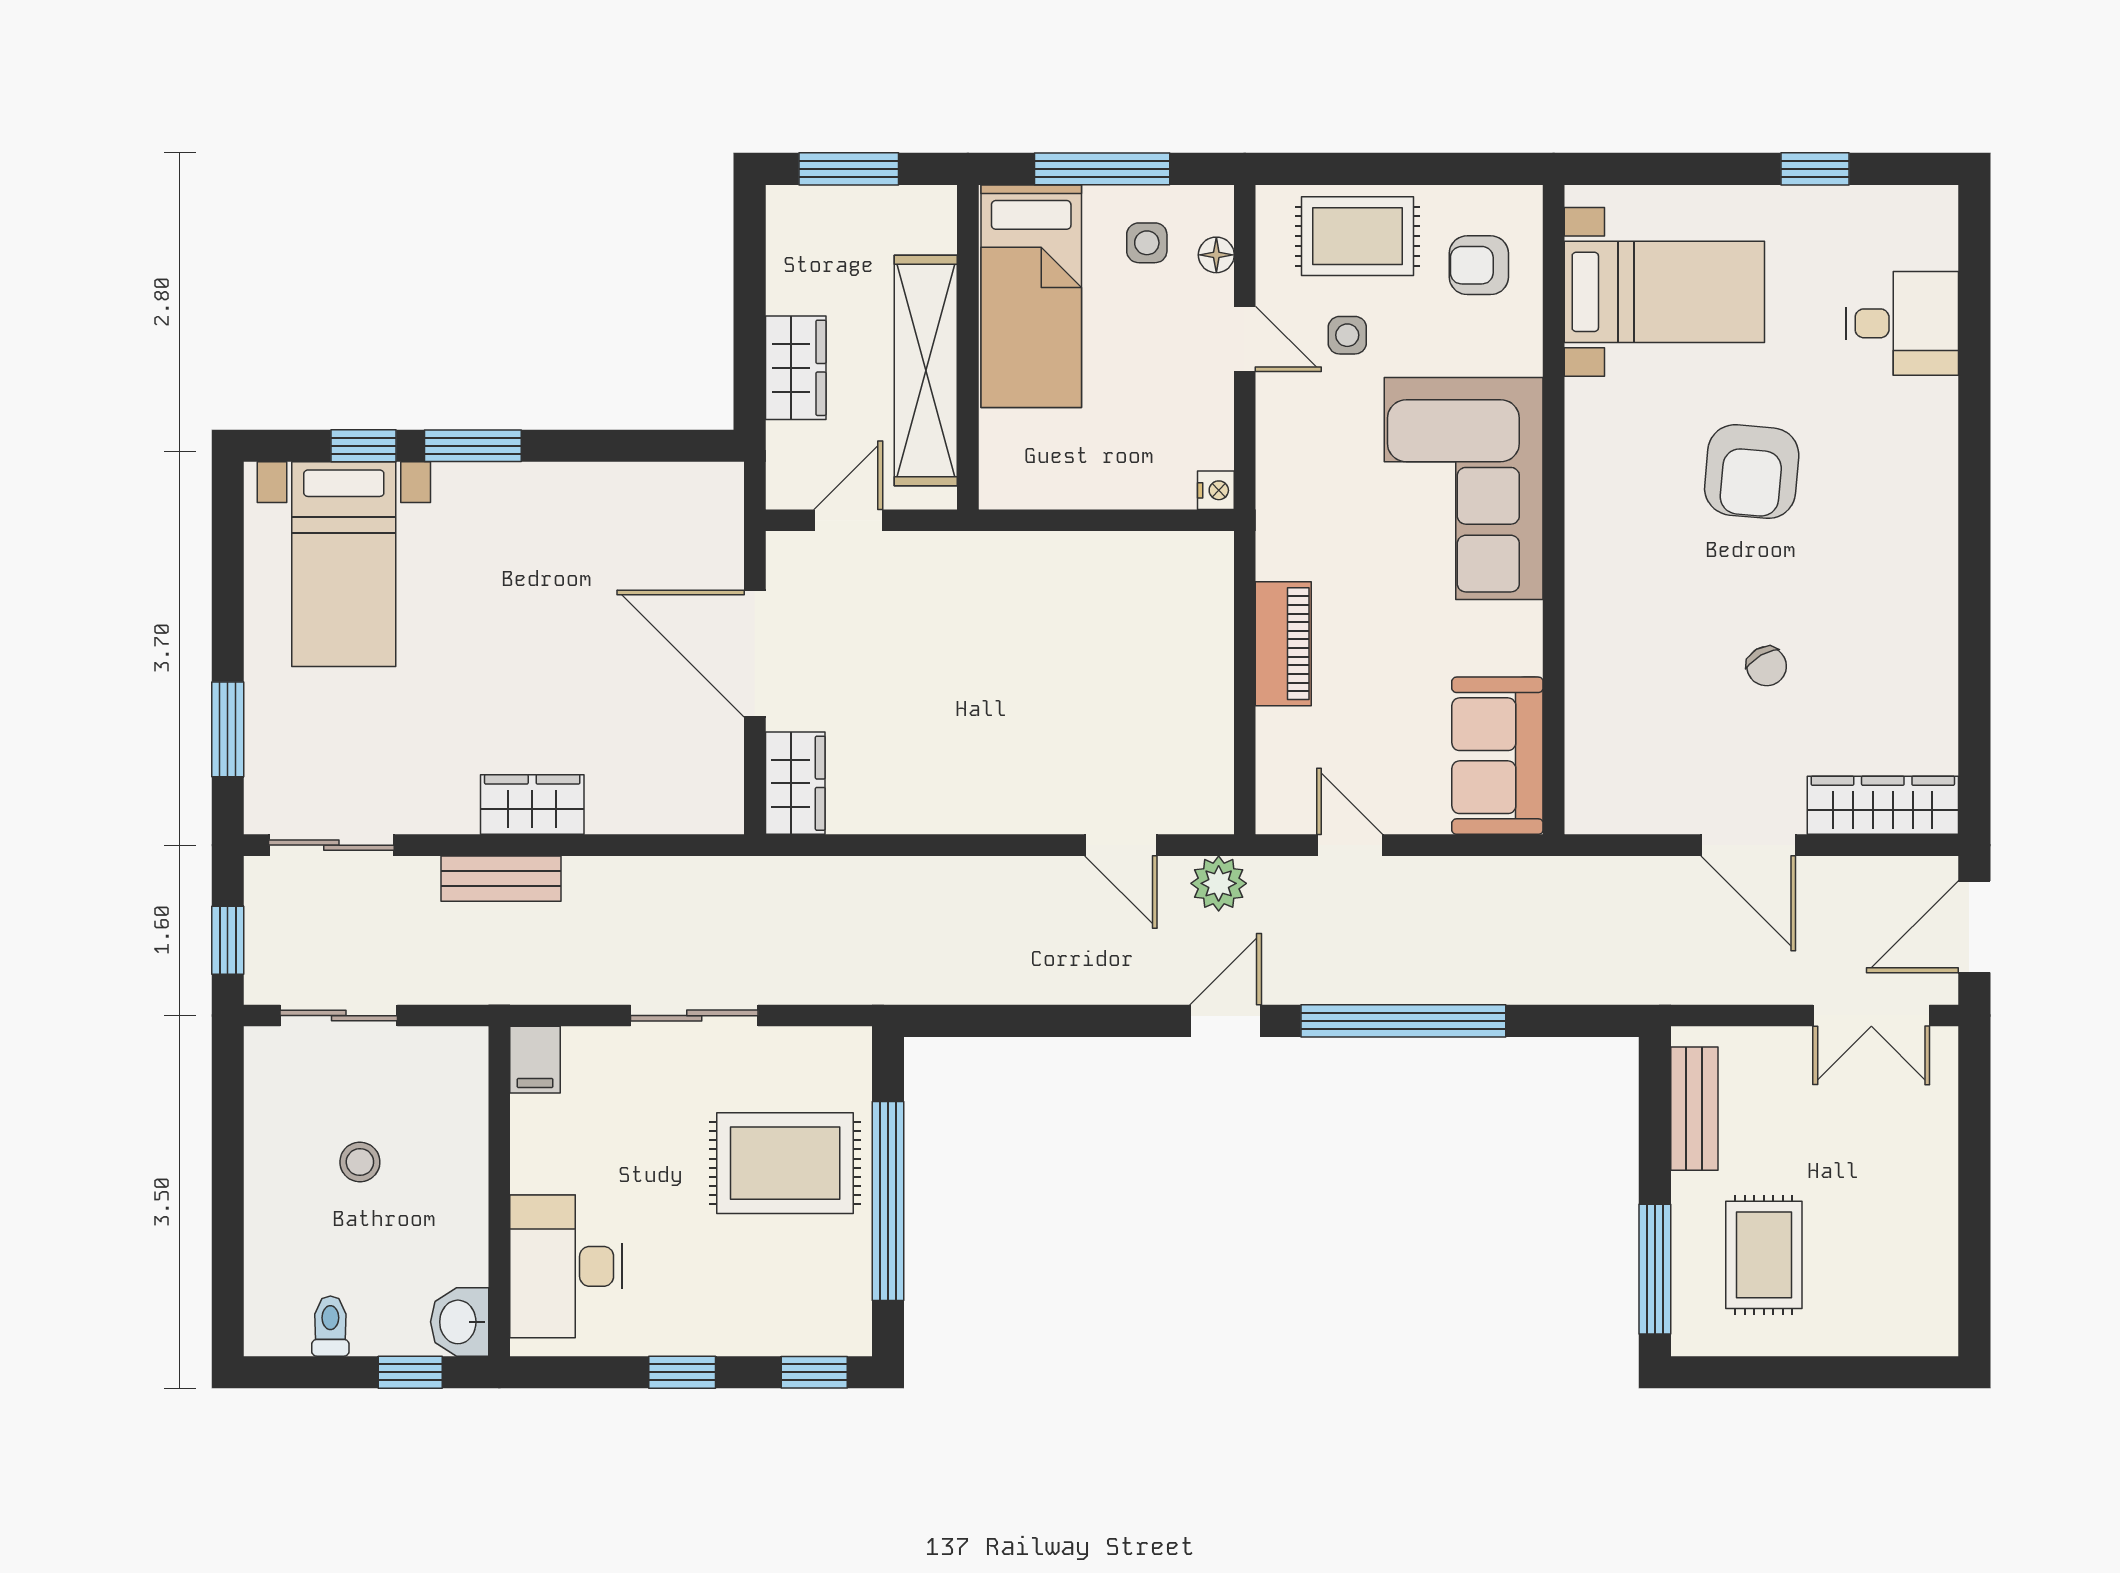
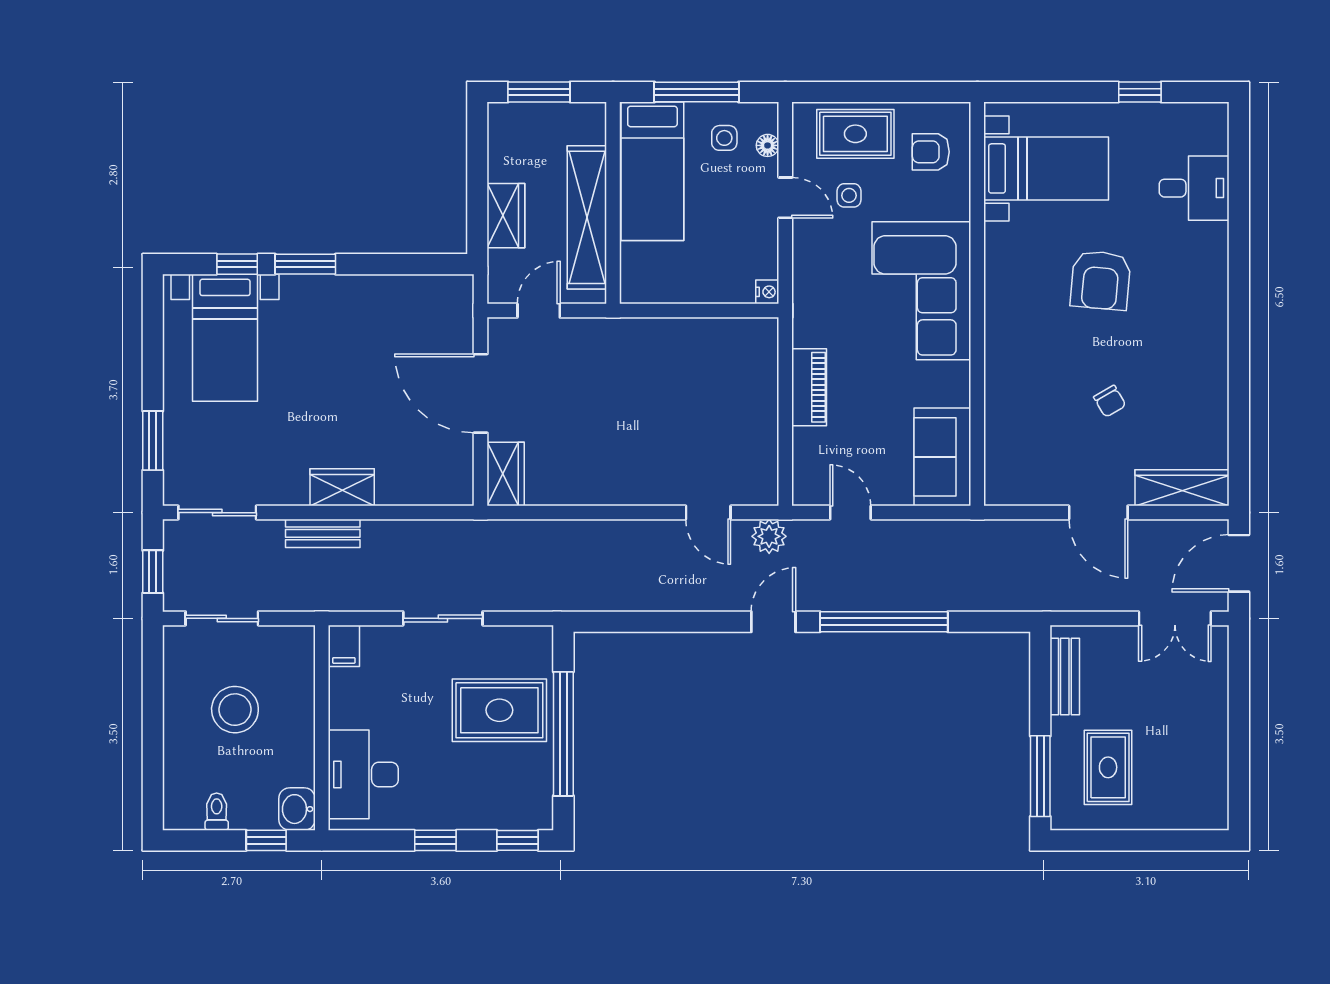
stool: (360, 1162) -> (235, 710), width x1.89, depth x1.89

